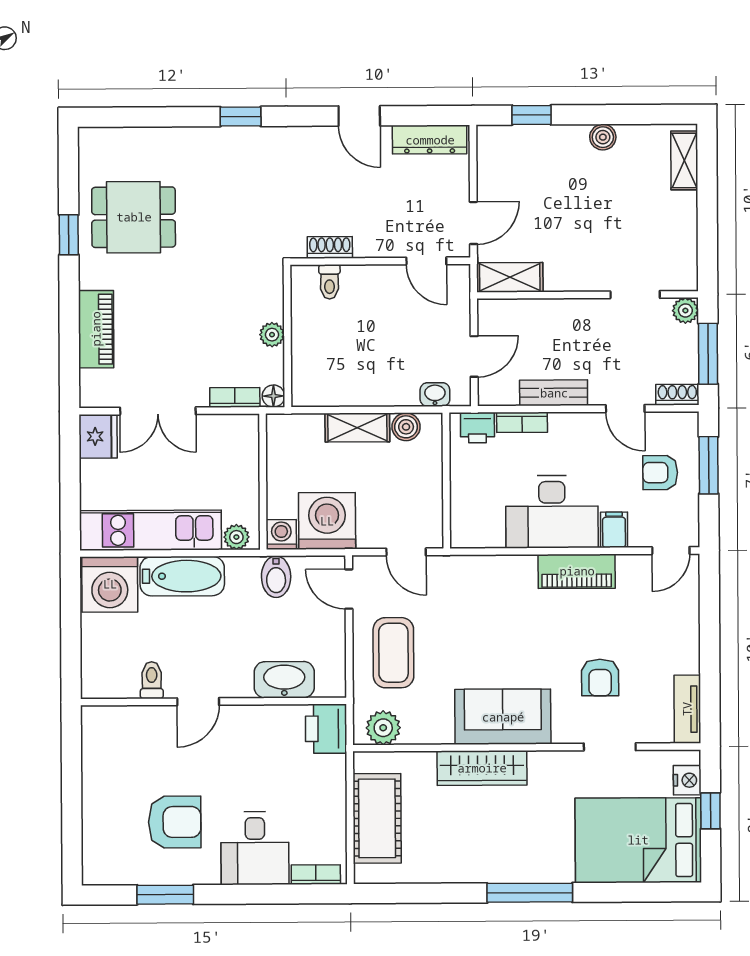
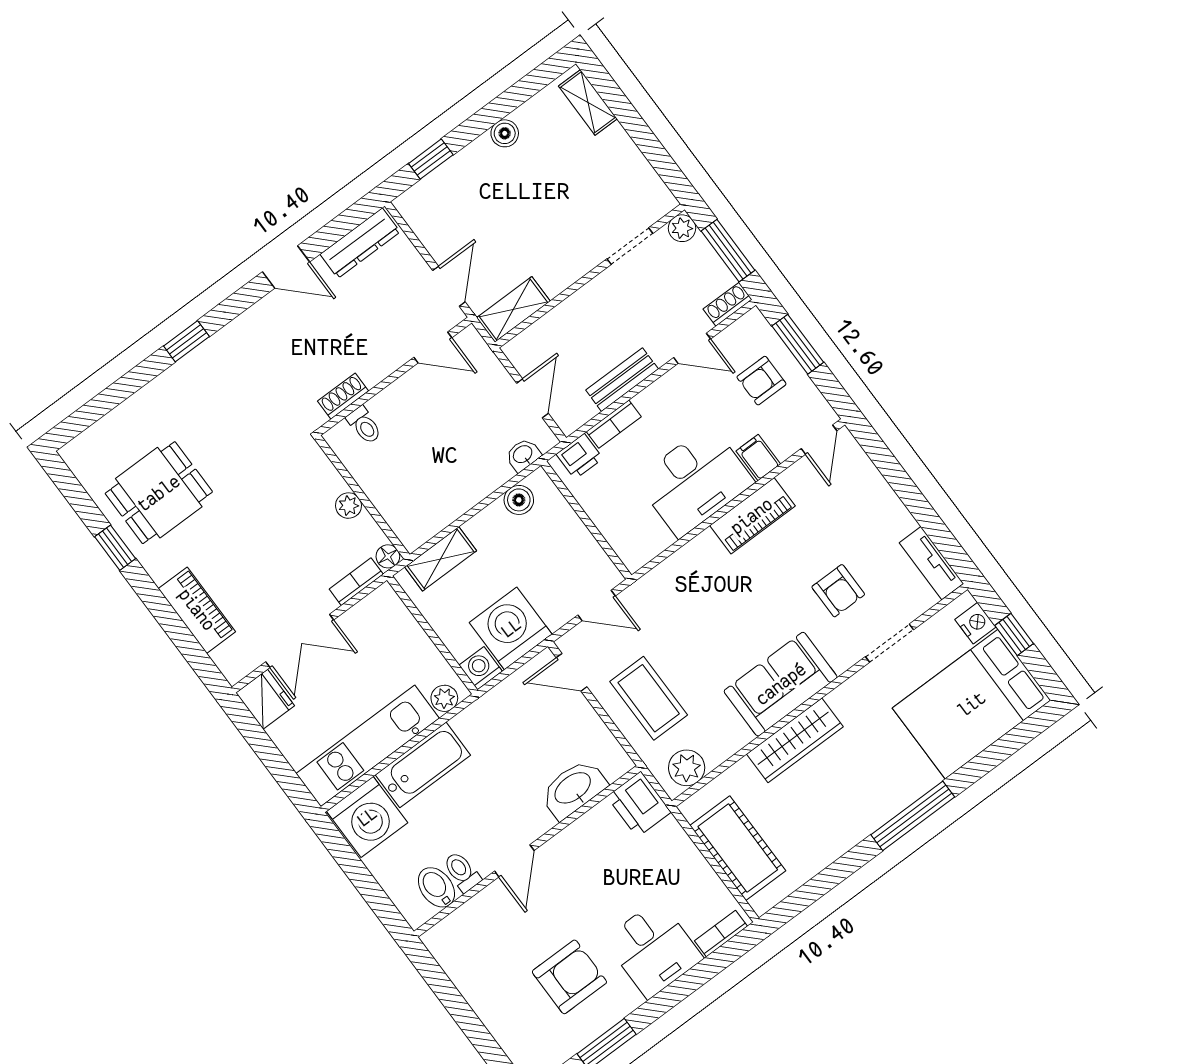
shelving: (357, 428) -> (441, 559), moved
bidet: (276, 577) -> (436, 887), moved, turned 180

